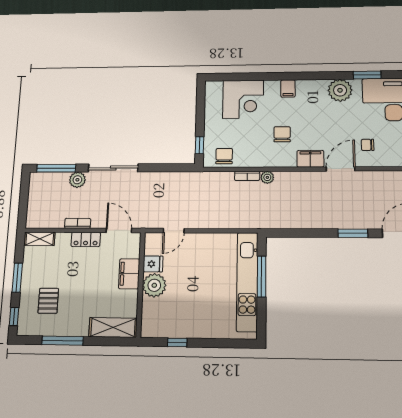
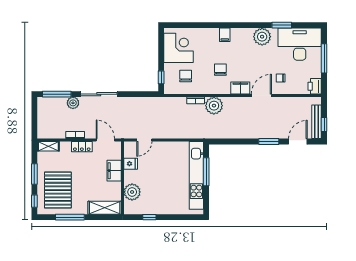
corner desk: (243, 99) -> (179, 48), moved, turned -90
chair: (224, 156) -> (186, 76), moved
plant: (267, 177) -> (214, 106), width x1.87, depth x1.87
plant: (154, 285) -> (132, 192), moved
pallet: (48, 301) -> (58, 190), width x2.05, depth x2.00

